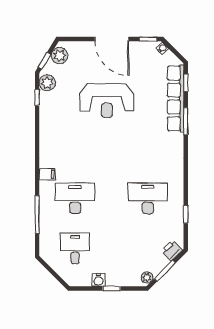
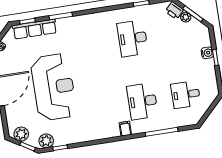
row of seats: (176, 98) -> (35, 29), width x0.73
reception desk: (107, 101) -> (54, 87), width x1.36, depth x1.30
plant: (147, 278) -> (186, 17), moved
water cooler: (99, 280) -> (207, 53), moved

